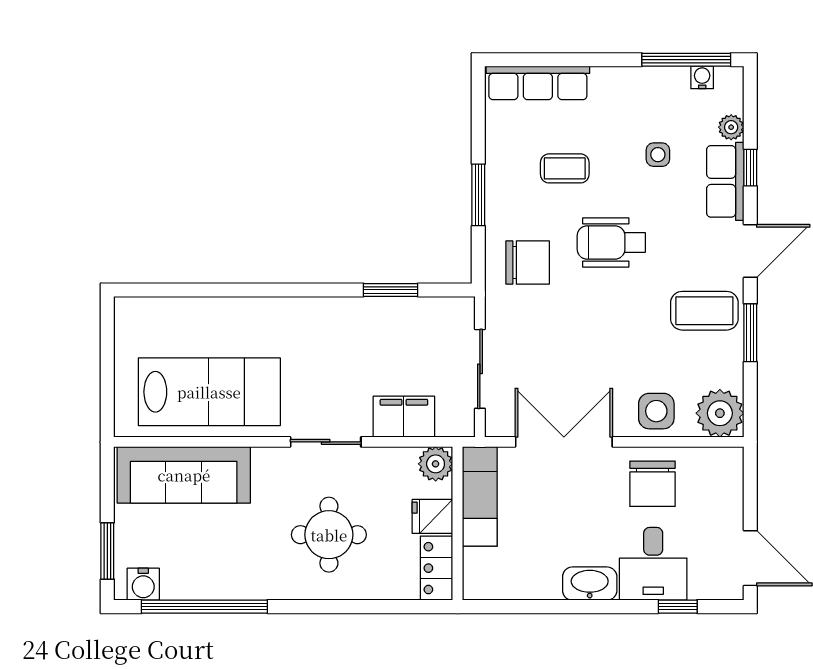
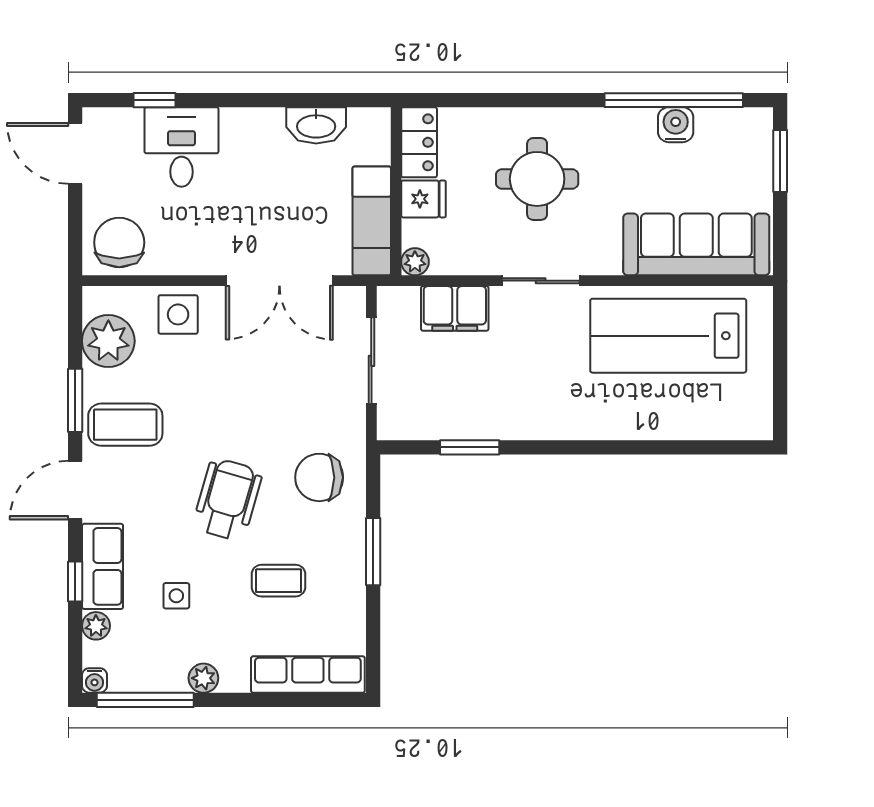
water cooler: (702, 77) -> (95, 680), moved
plant: (633, 79) -> (203, 678), added
wheelchair: (611, 242) -> (227, 499), turned -74
plant: (720, 413) -> (108, 341), moved
plant: (436, 464) -> (415, 262), width x0.73, depth x0.73
chair: (652, 484) -> (119, 243), moved
water cooler: (143, 584) -> (676, 125), moved
washbasin: (590, 584) -> (316, 125), moved

